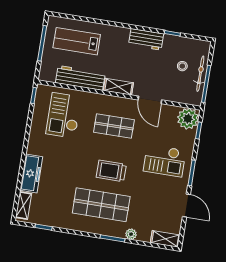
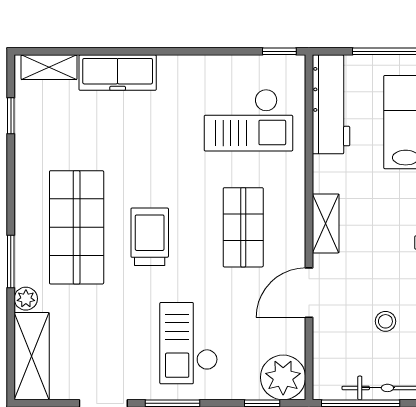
stool: (182, 66) -> (385, 321), moved
workbench: (80, 78) -> (331, 104), moved
checkout: (64, 115) -> (248, 120), turned 180
shelving: (165, 239) -> (32, 356), width x1.50, depth x1.33

